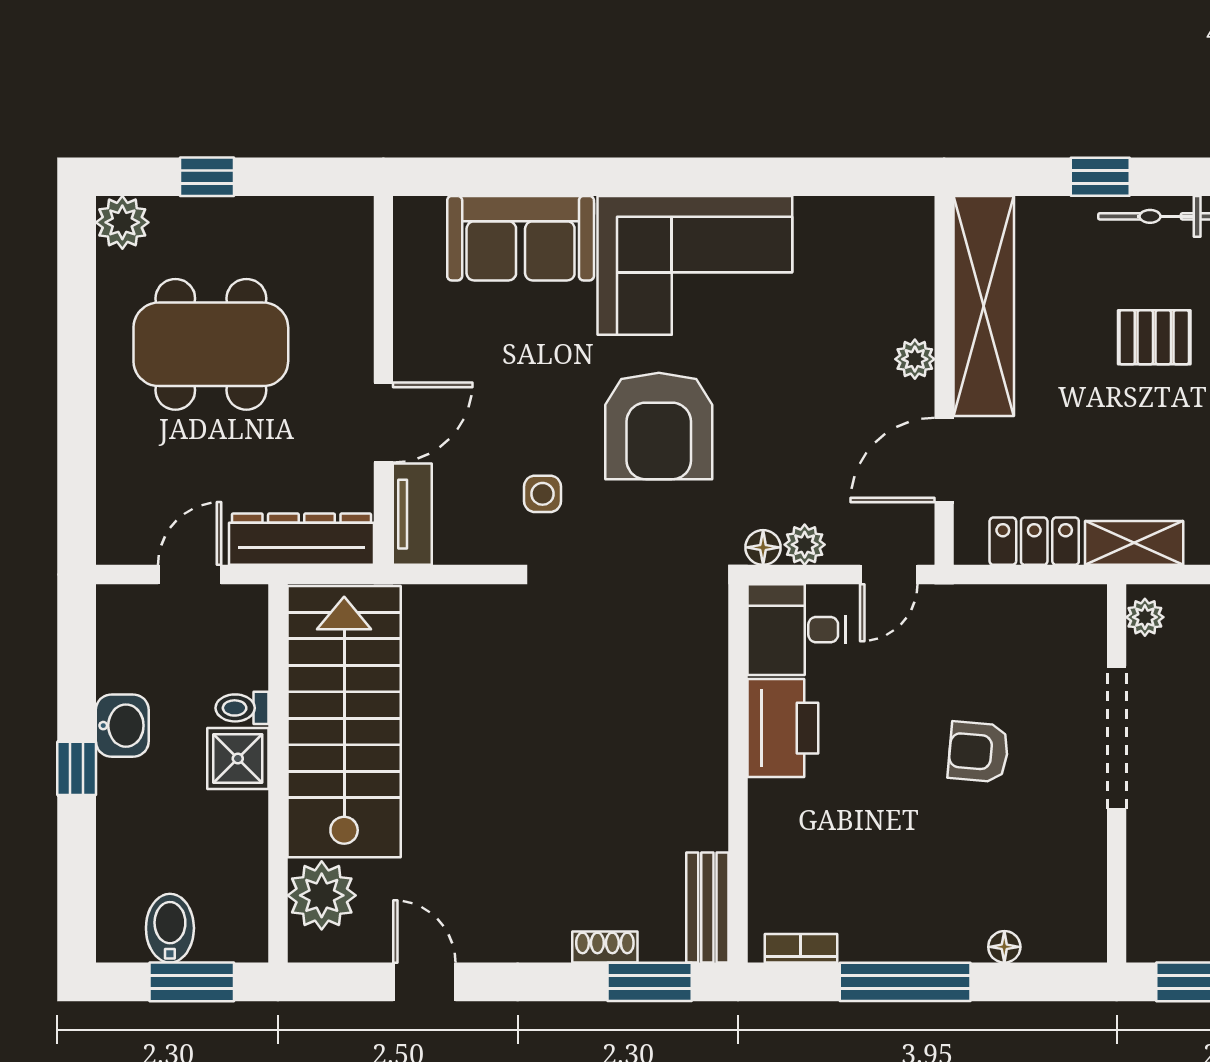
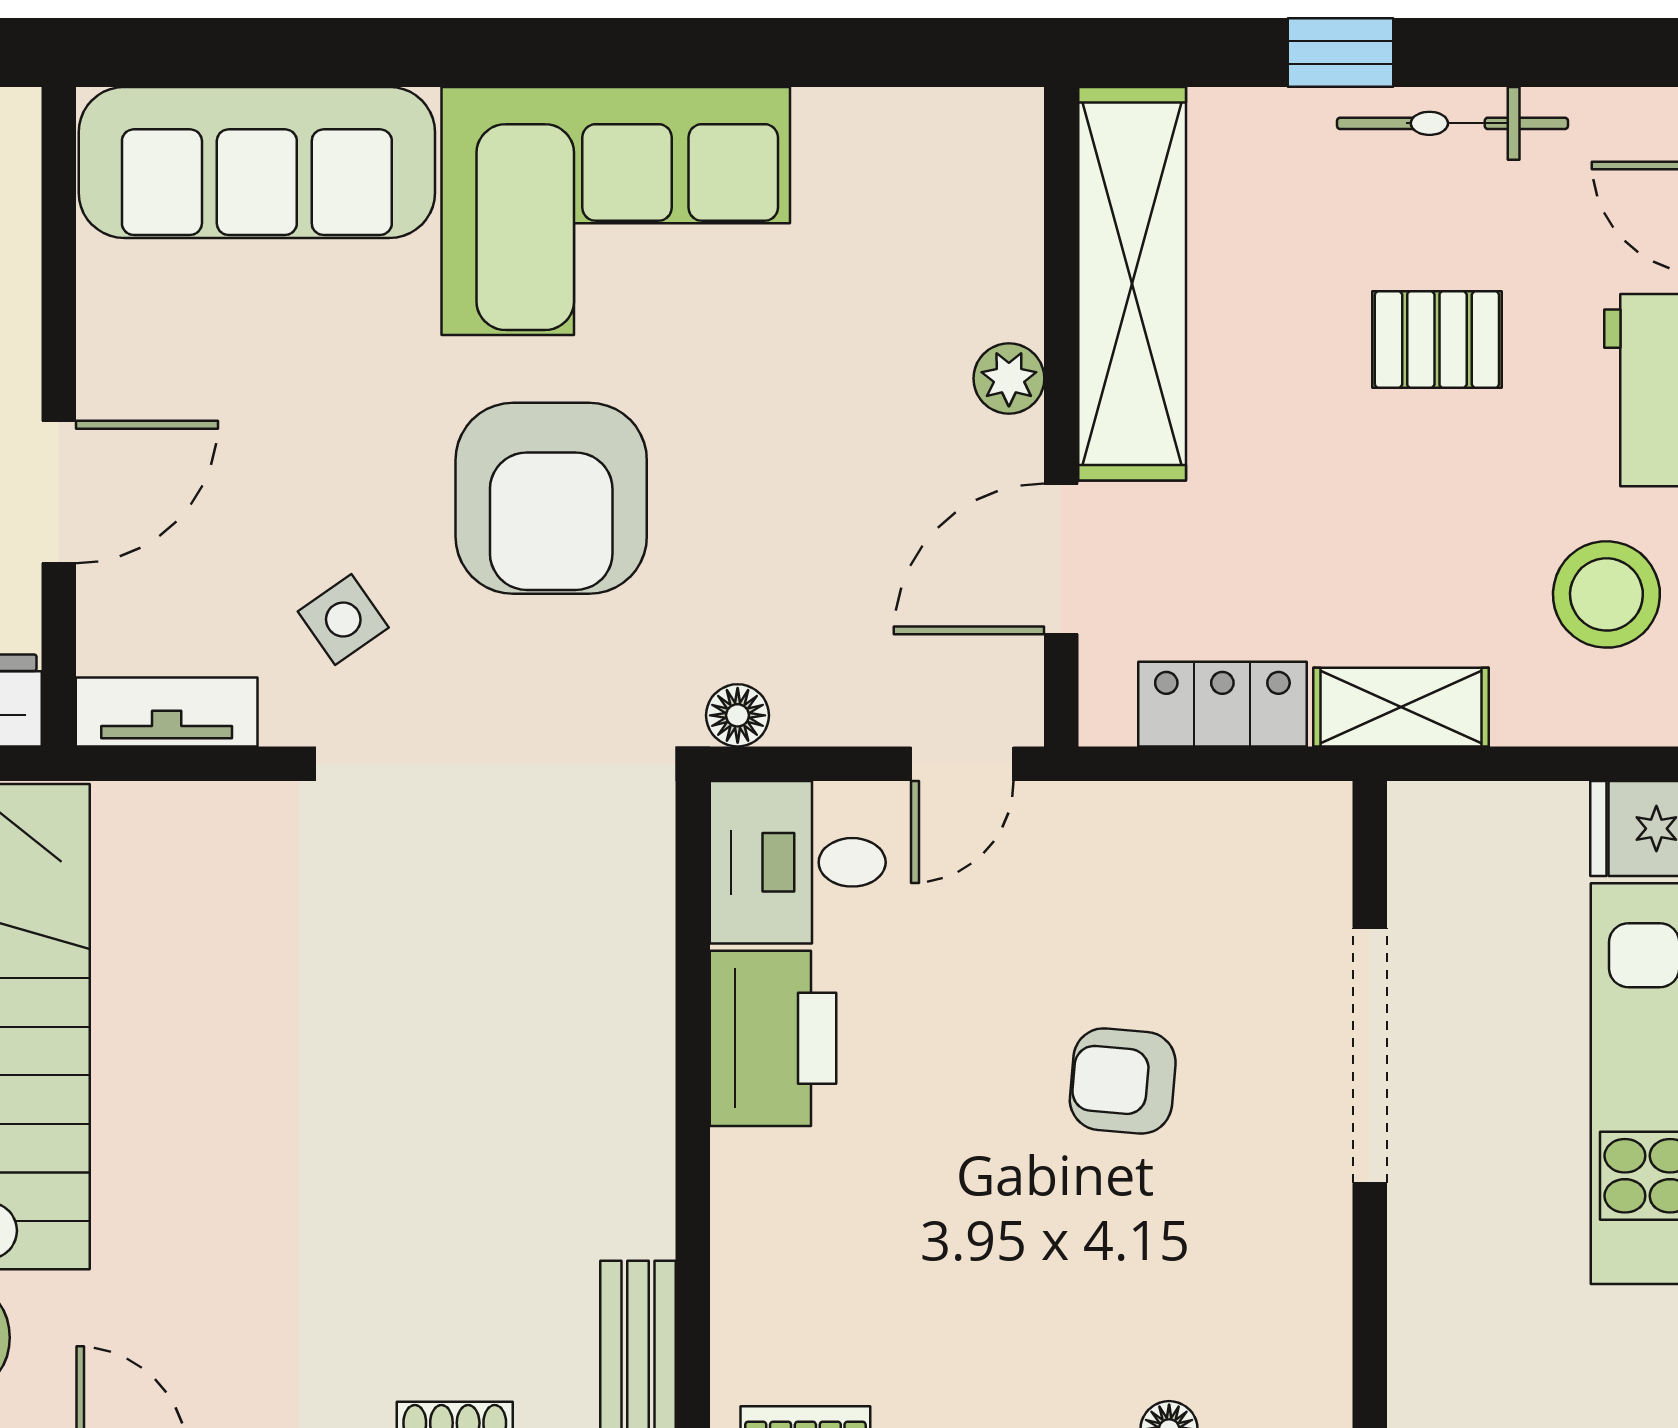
sofa: (521, 238) -> (257, 162), width x1.36
side table: (542, 494) -> (343, 619), turned -35
tv unit: (412, 514) -> (167, 712), moved, turned -90
plant: (805, 545) -> (812, 710), removed
plant: (1145, 617) -> (1420, 840), removed

